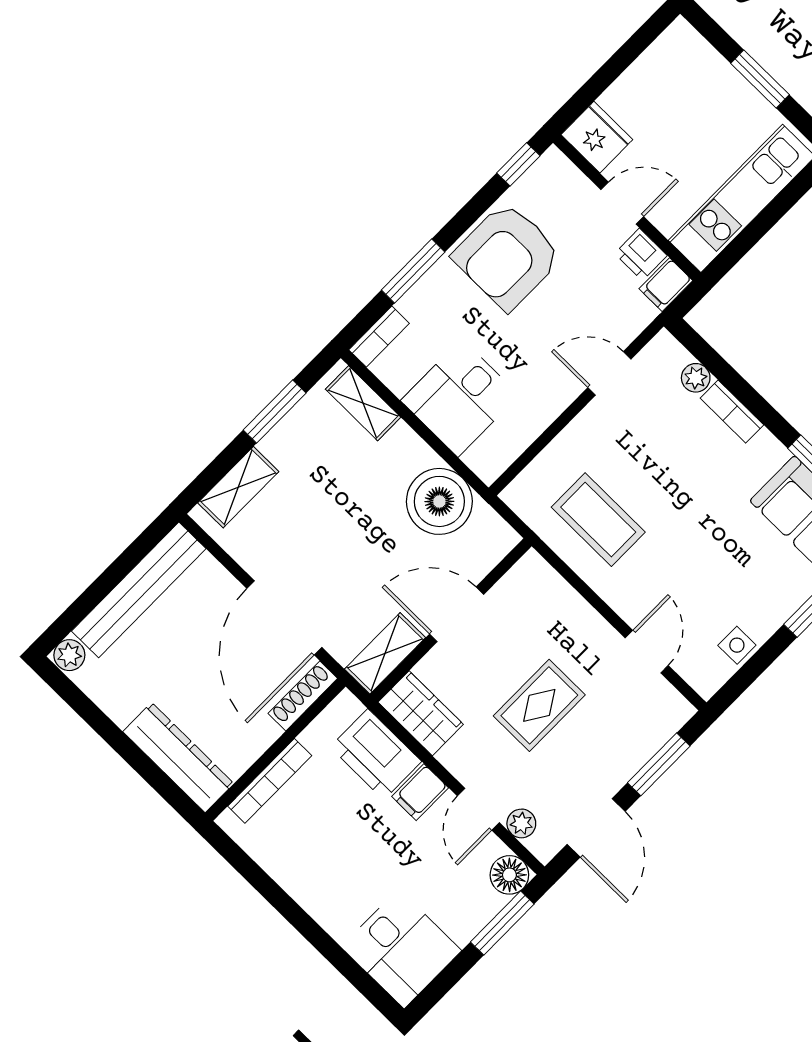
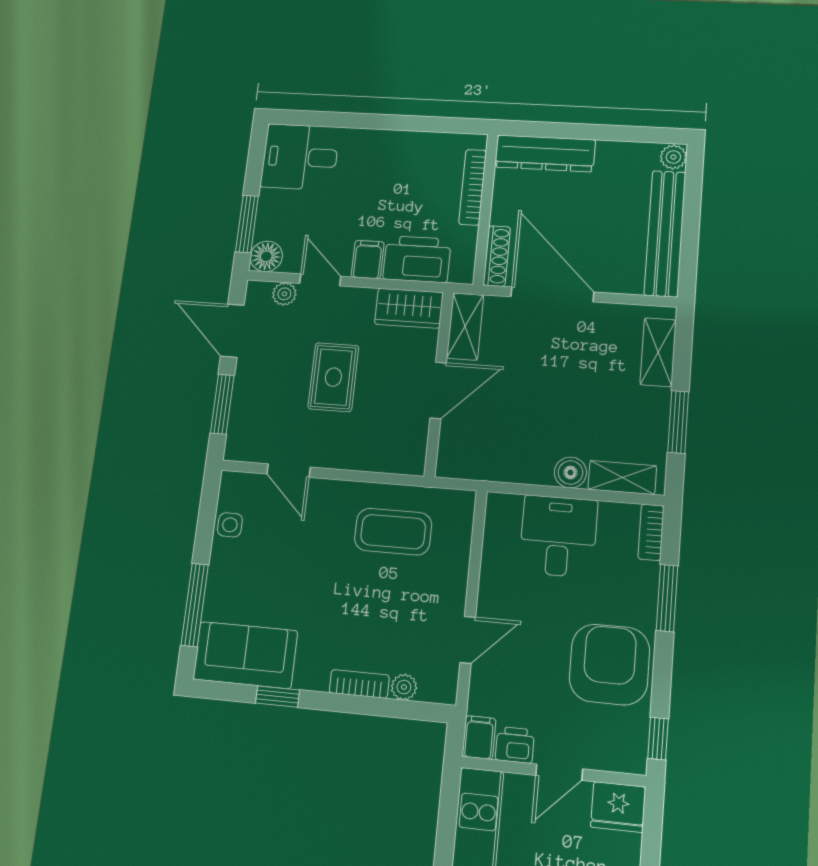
boiler: (439, 501) -> (570, 472), moved, width x0.54, depth x0.54

